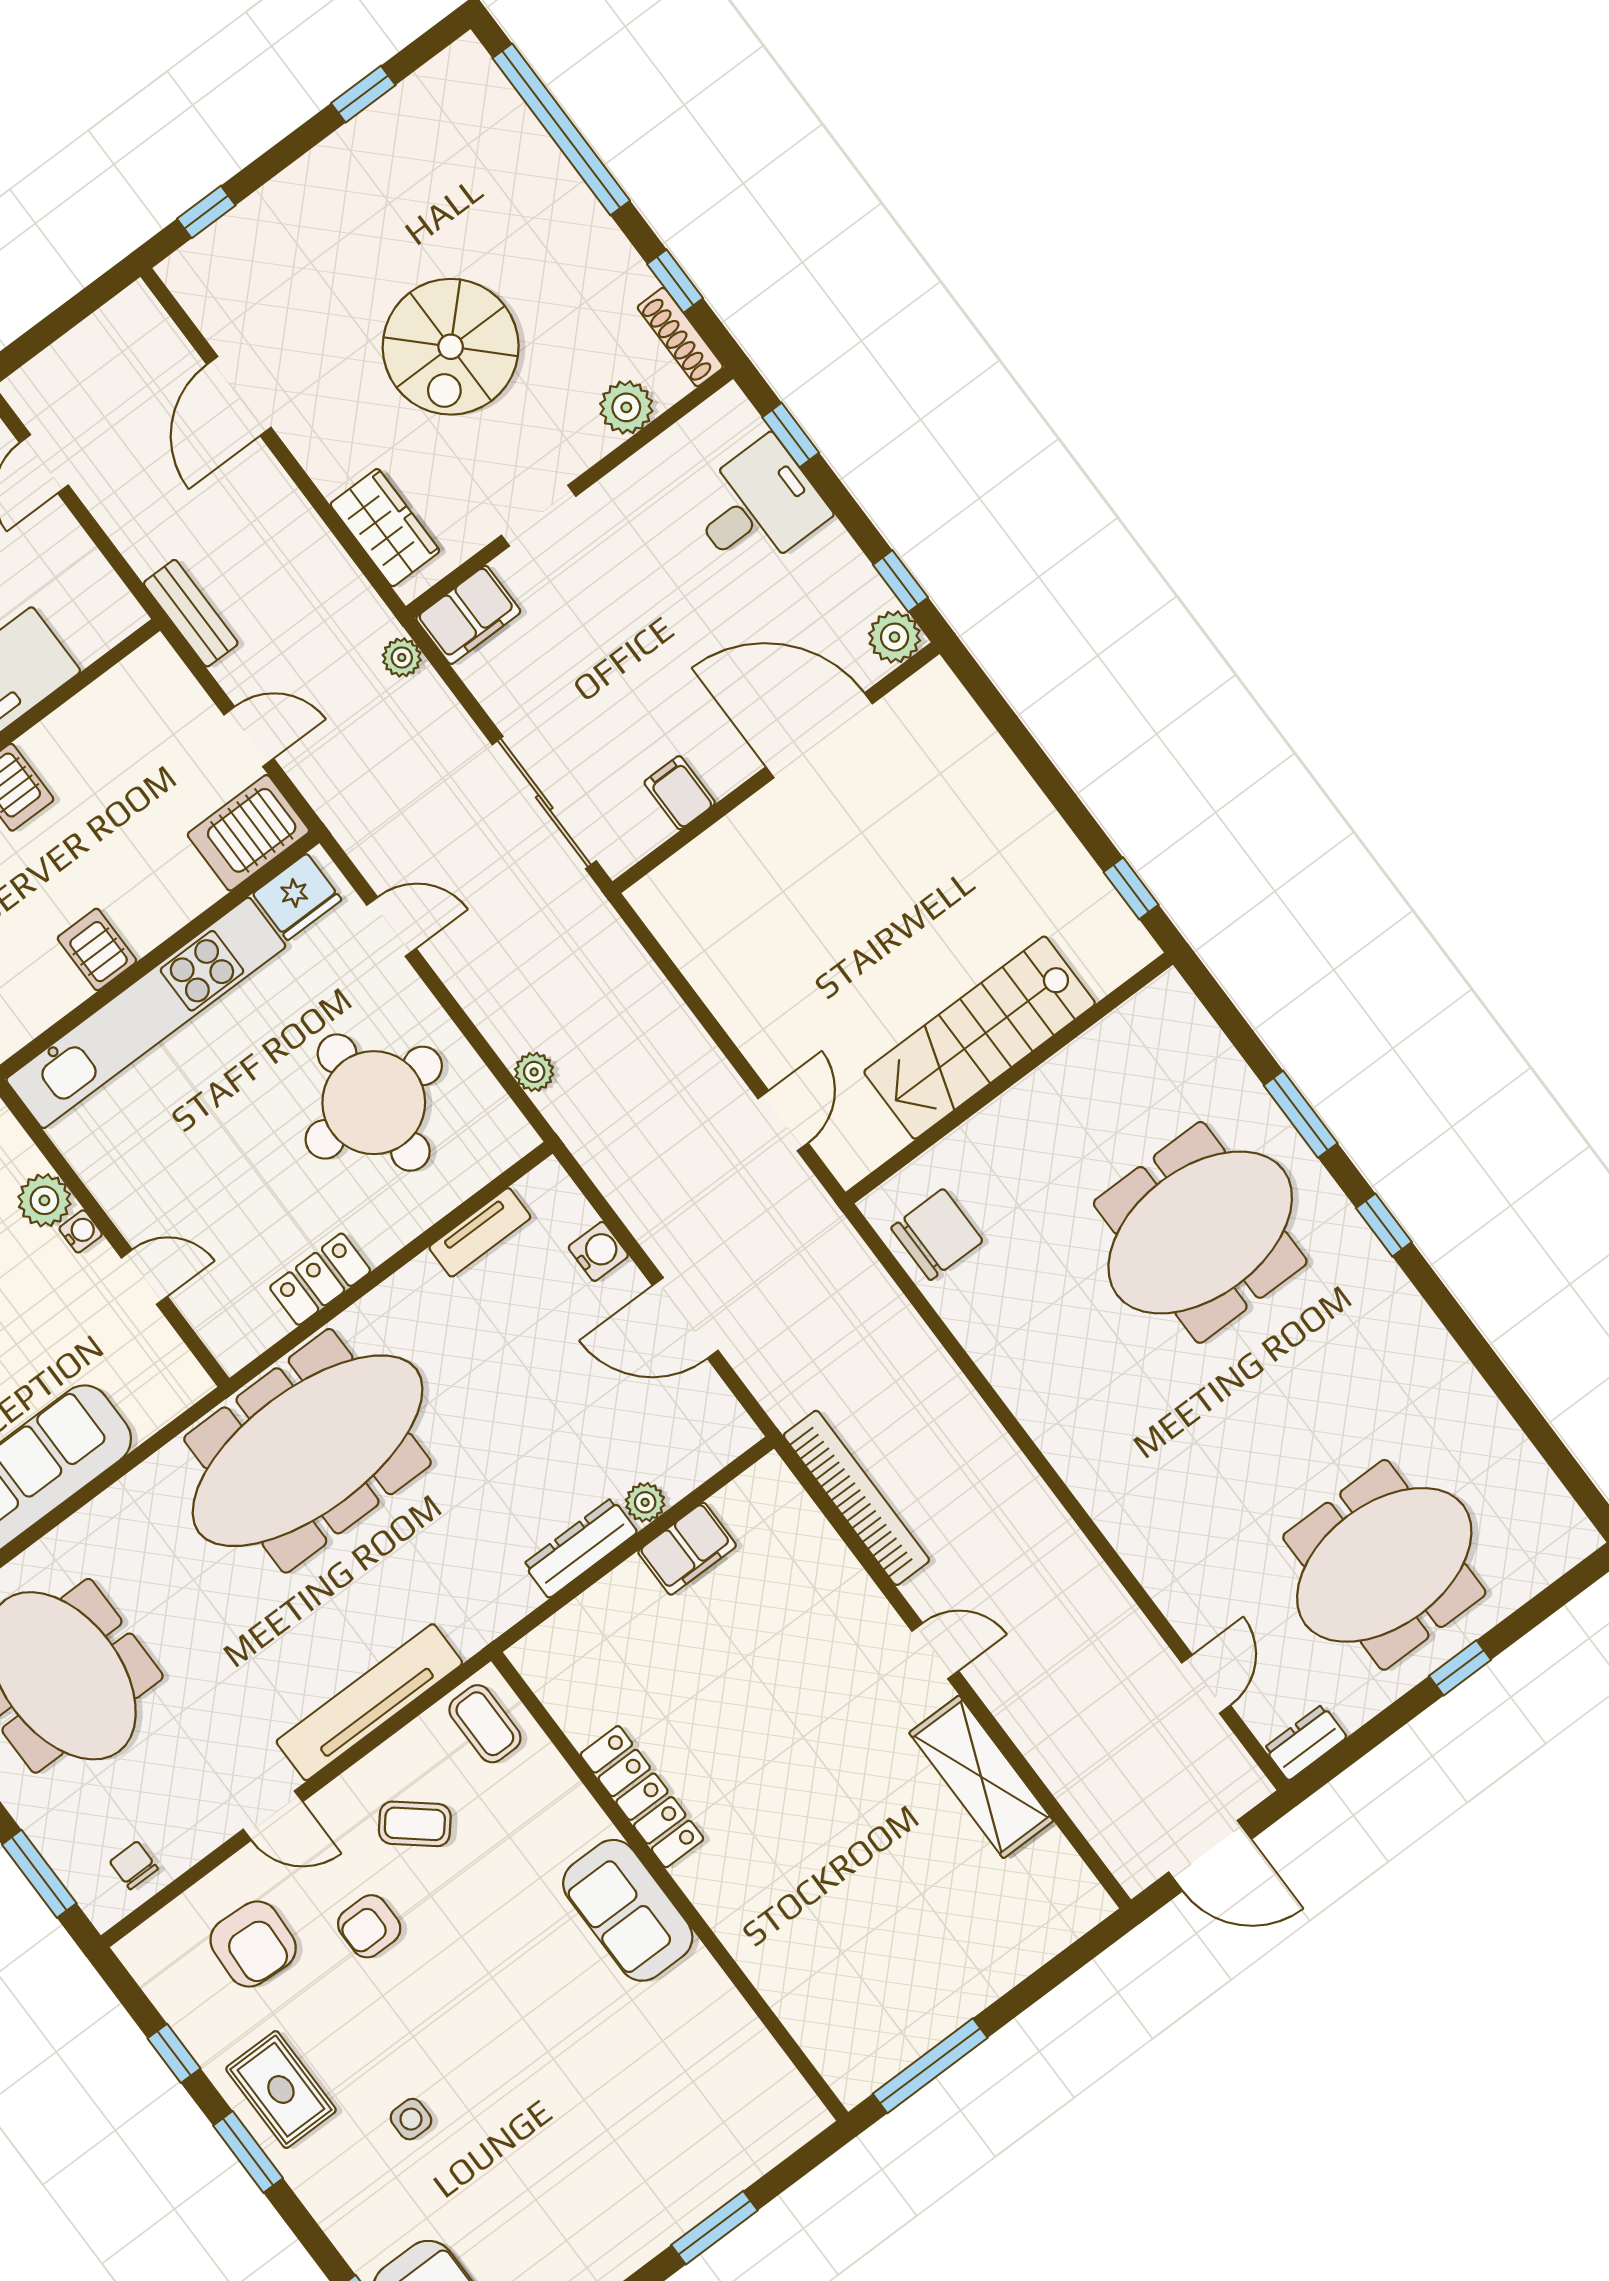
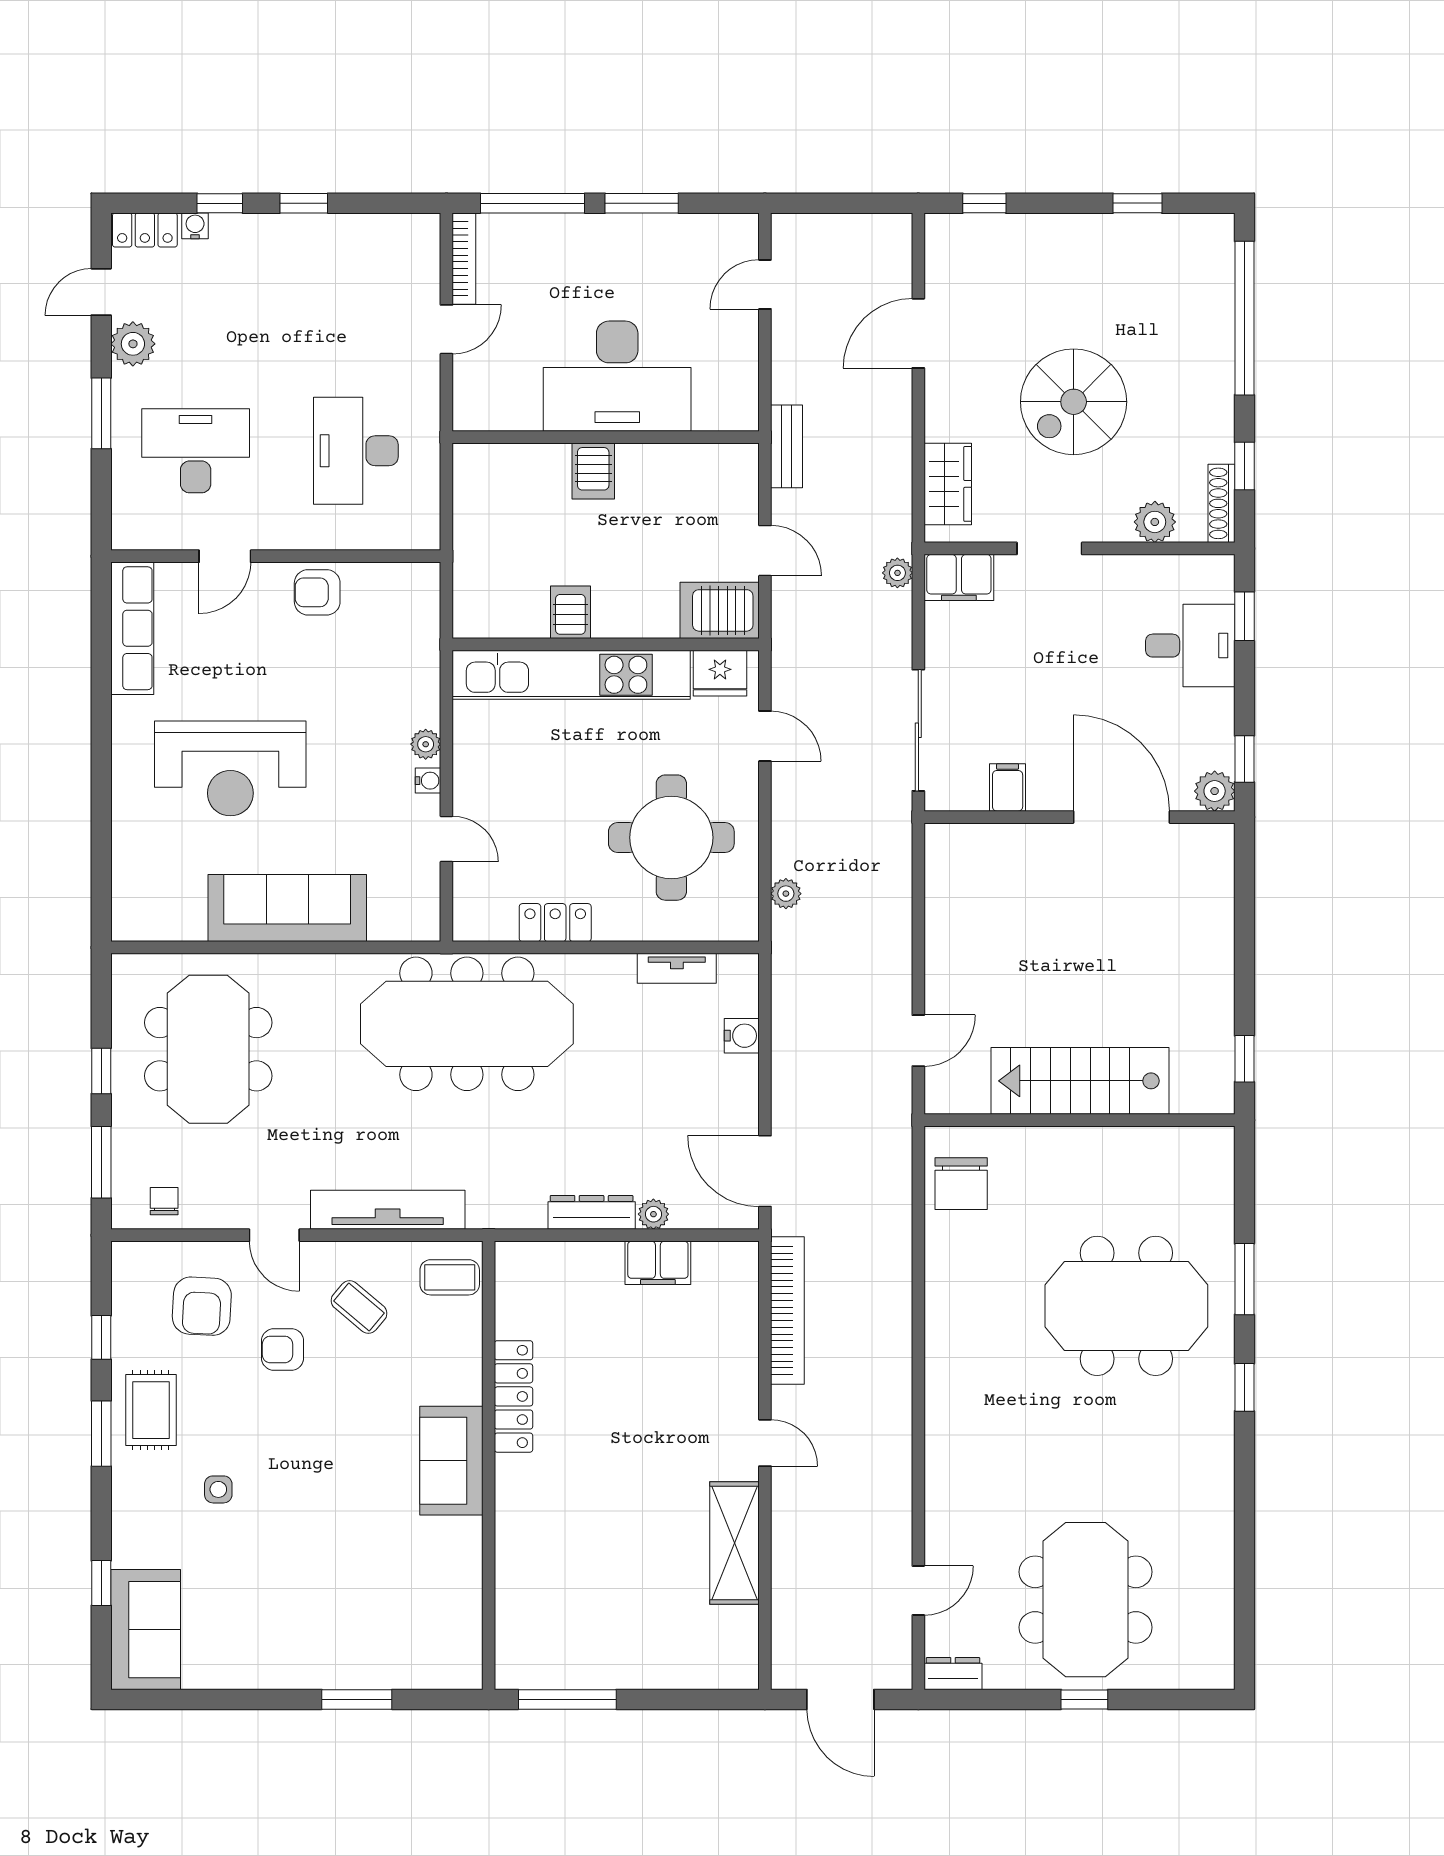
plant: (44, 1200) -> (426, 744), width x0.73, depth x0.73
chair: (937, 1234) -> (961, 1184), turned 90
door: (685, 1318) -> (765, 1171), moved
meeting table: (1384, 1565) -> (1085, 1600), turned 90
coffee table: (485, 1724) -> (450, 1277), turned 90

